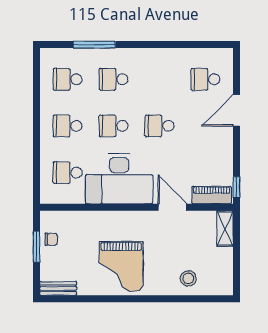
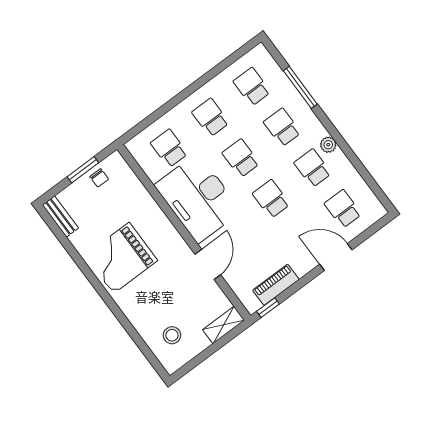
plant: (151, 55) -> (328, 145), added
school desk: (159, 79) -> (313, 168), added
piano: (212, 195) -> (276, 285), moved, turned -90
stool: (188, 278) -> (172, 335), moved

